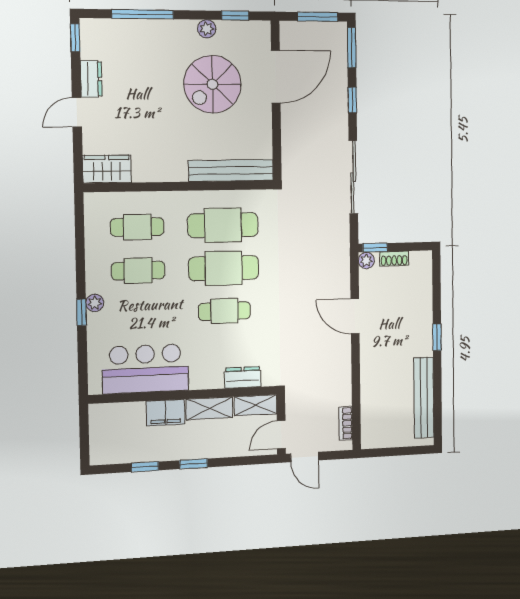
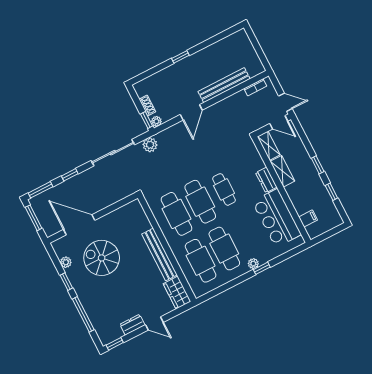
window: (235, 16) -> (66, 282), moved
plant: (207, 29) -> (66, 262), moved
spiral stairs: (212, 84) -> (102, 258), turned 180
bench: (231, 171) -> (159, 254), moved
cafe table: (137, 227) -> (201, 261), width x1.37, depth x1.35
plant: (339, 235) -> (150, 145), added
cafe table: (138, 271) -> (224, 249), width x1.37, depth x1.35
dresser: (243, 377) -> (266, 180), moved
bench: (424, 398) -> (224, 85), moved
filing cabinet: (166, 413) -> (308, 218), moved, width x0.50
door: (305, 457) -> (285, 102), hinge flipped

